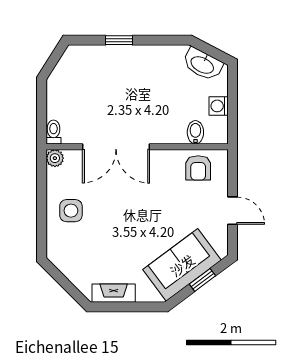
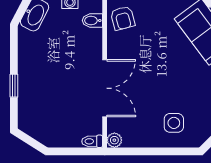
armchair: (198, 168) -> (123, 18), turned 75
side table: (71, 211) -> (174, 123), moved

